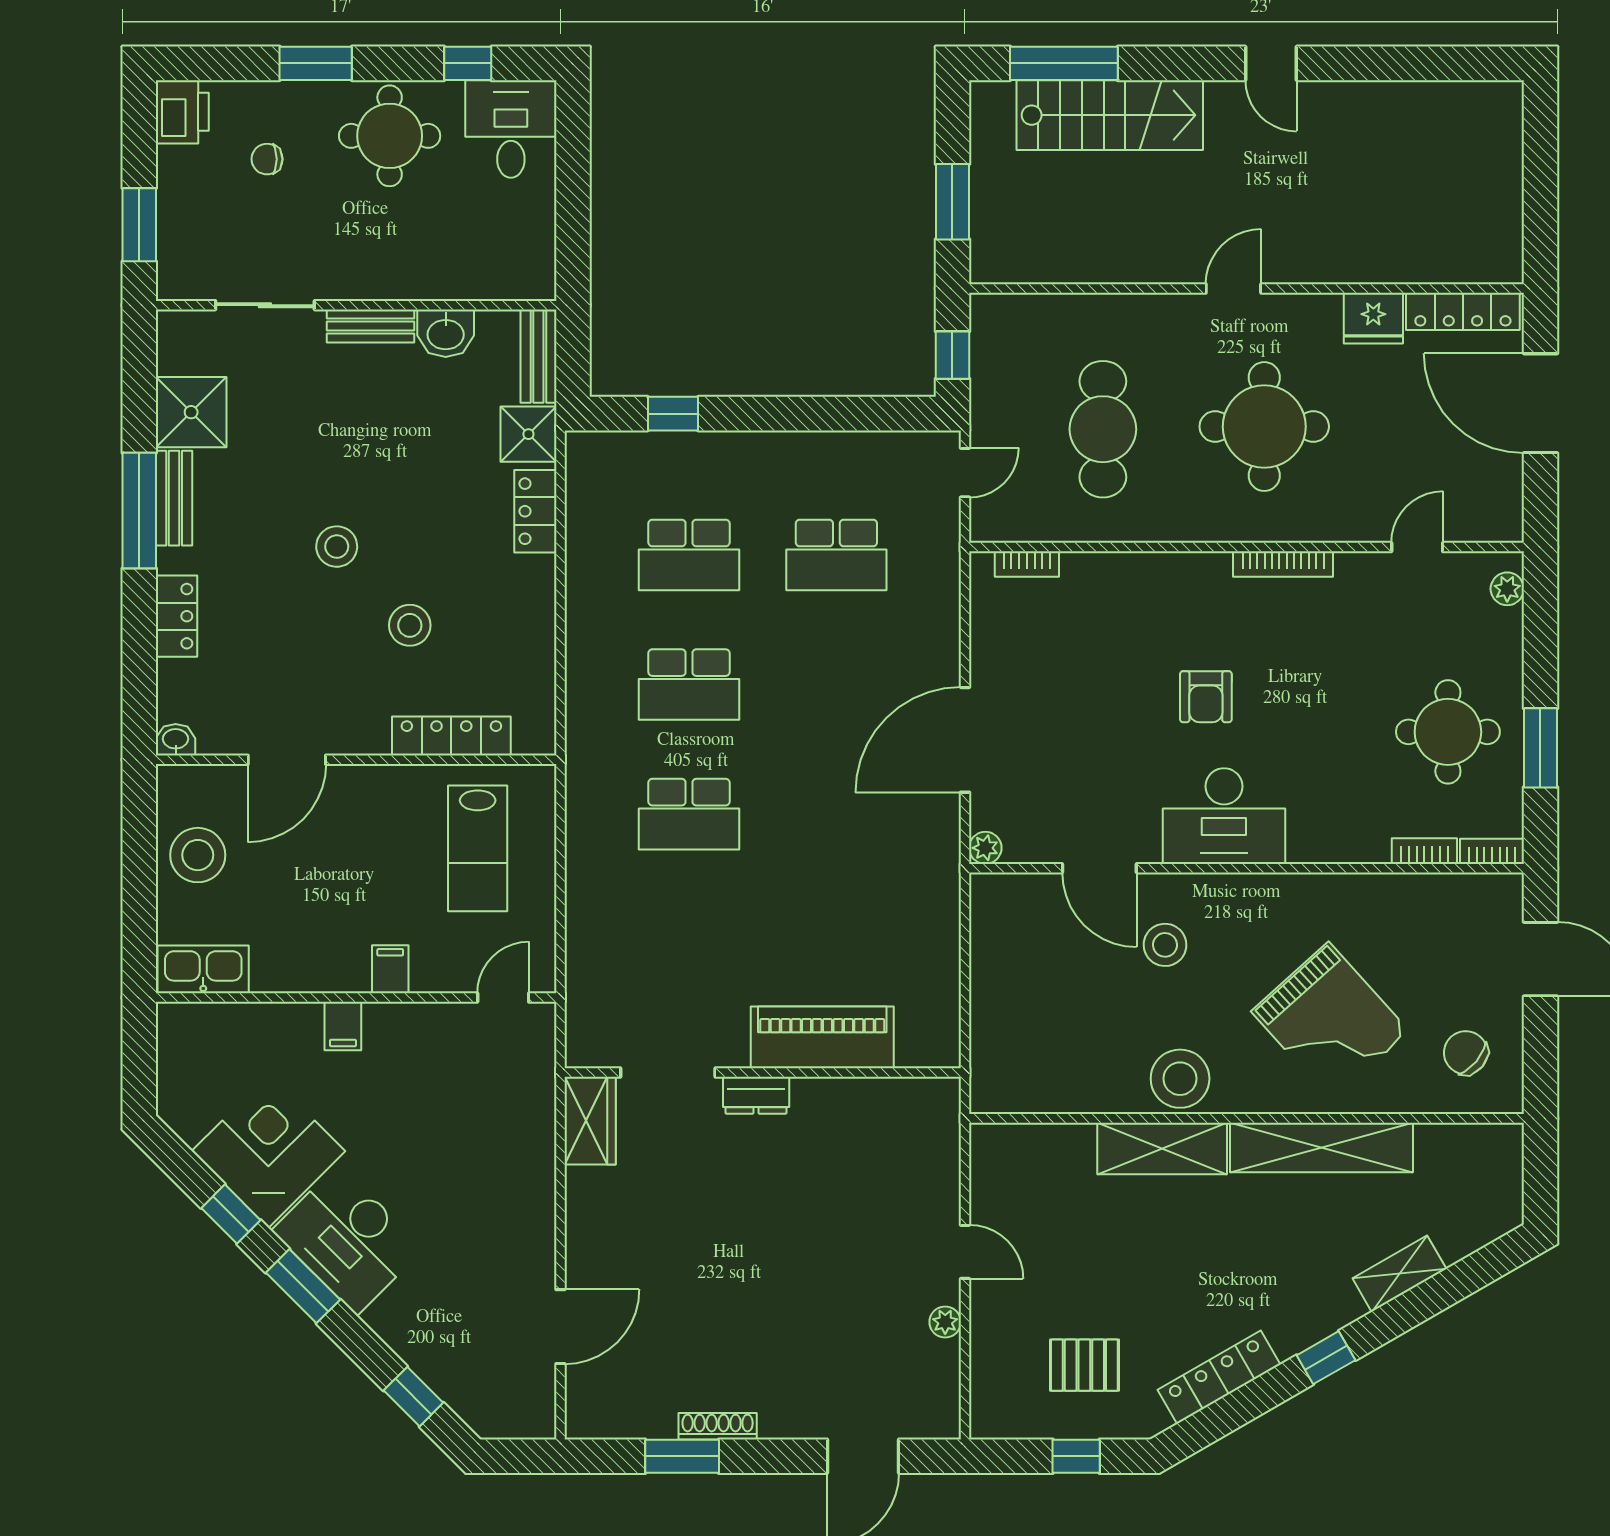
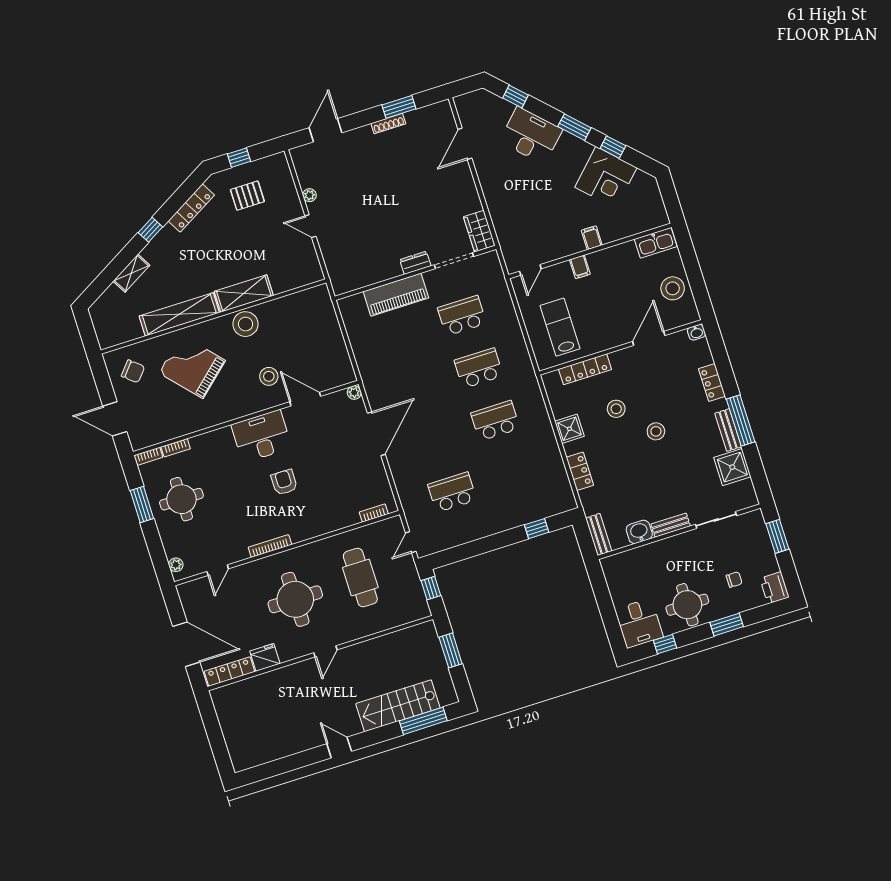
shower: (528, 434) -> (570, 429), moved
school desk: (689, 555) -> (462, 316), moved
desk: (348, 1240) -> (531, 135), moved

